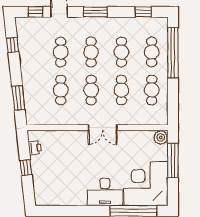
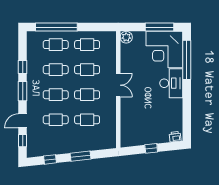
window: (143, 12) -> (23, 67), moved
window: (18, 98) -> (81, 156), moved
printer: (35, 148) -> (175, 137), moved
window: (173, 160) -> (160, 27), moved

